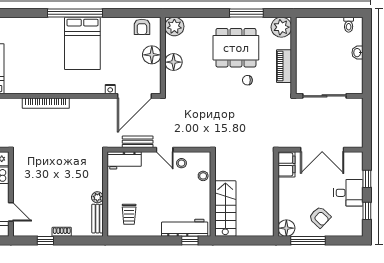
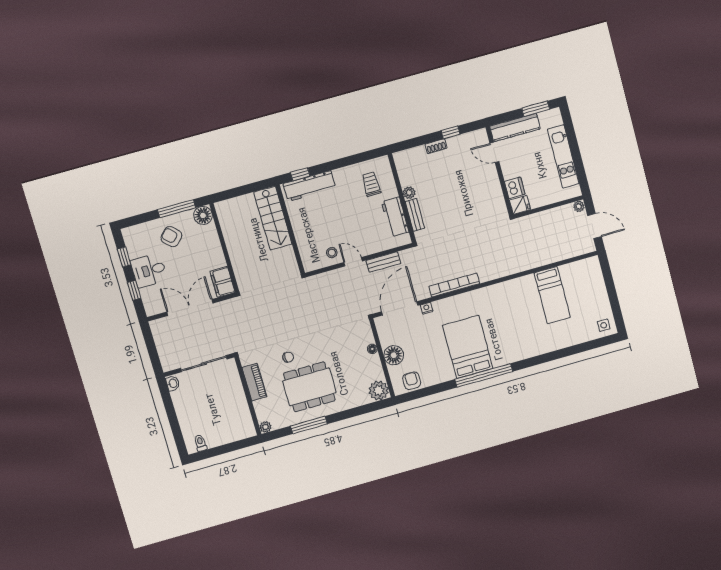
plant: (281, 27) -> (265, 427), width x0.53, depth x0.53
washbasin: (357, 53) -> (173, 383), moved
floor lamp: (174, 62) -> (372, 349), width x0.53, depth x0.53
bookcase: (46, 103) -> (454, 285), moved
workbench: (124, 160) -> (395, 217), moved, turned -90
stool: (203, 176) -> (306, 246), removed
bench: (98, 219) -> (415, 215), moved

